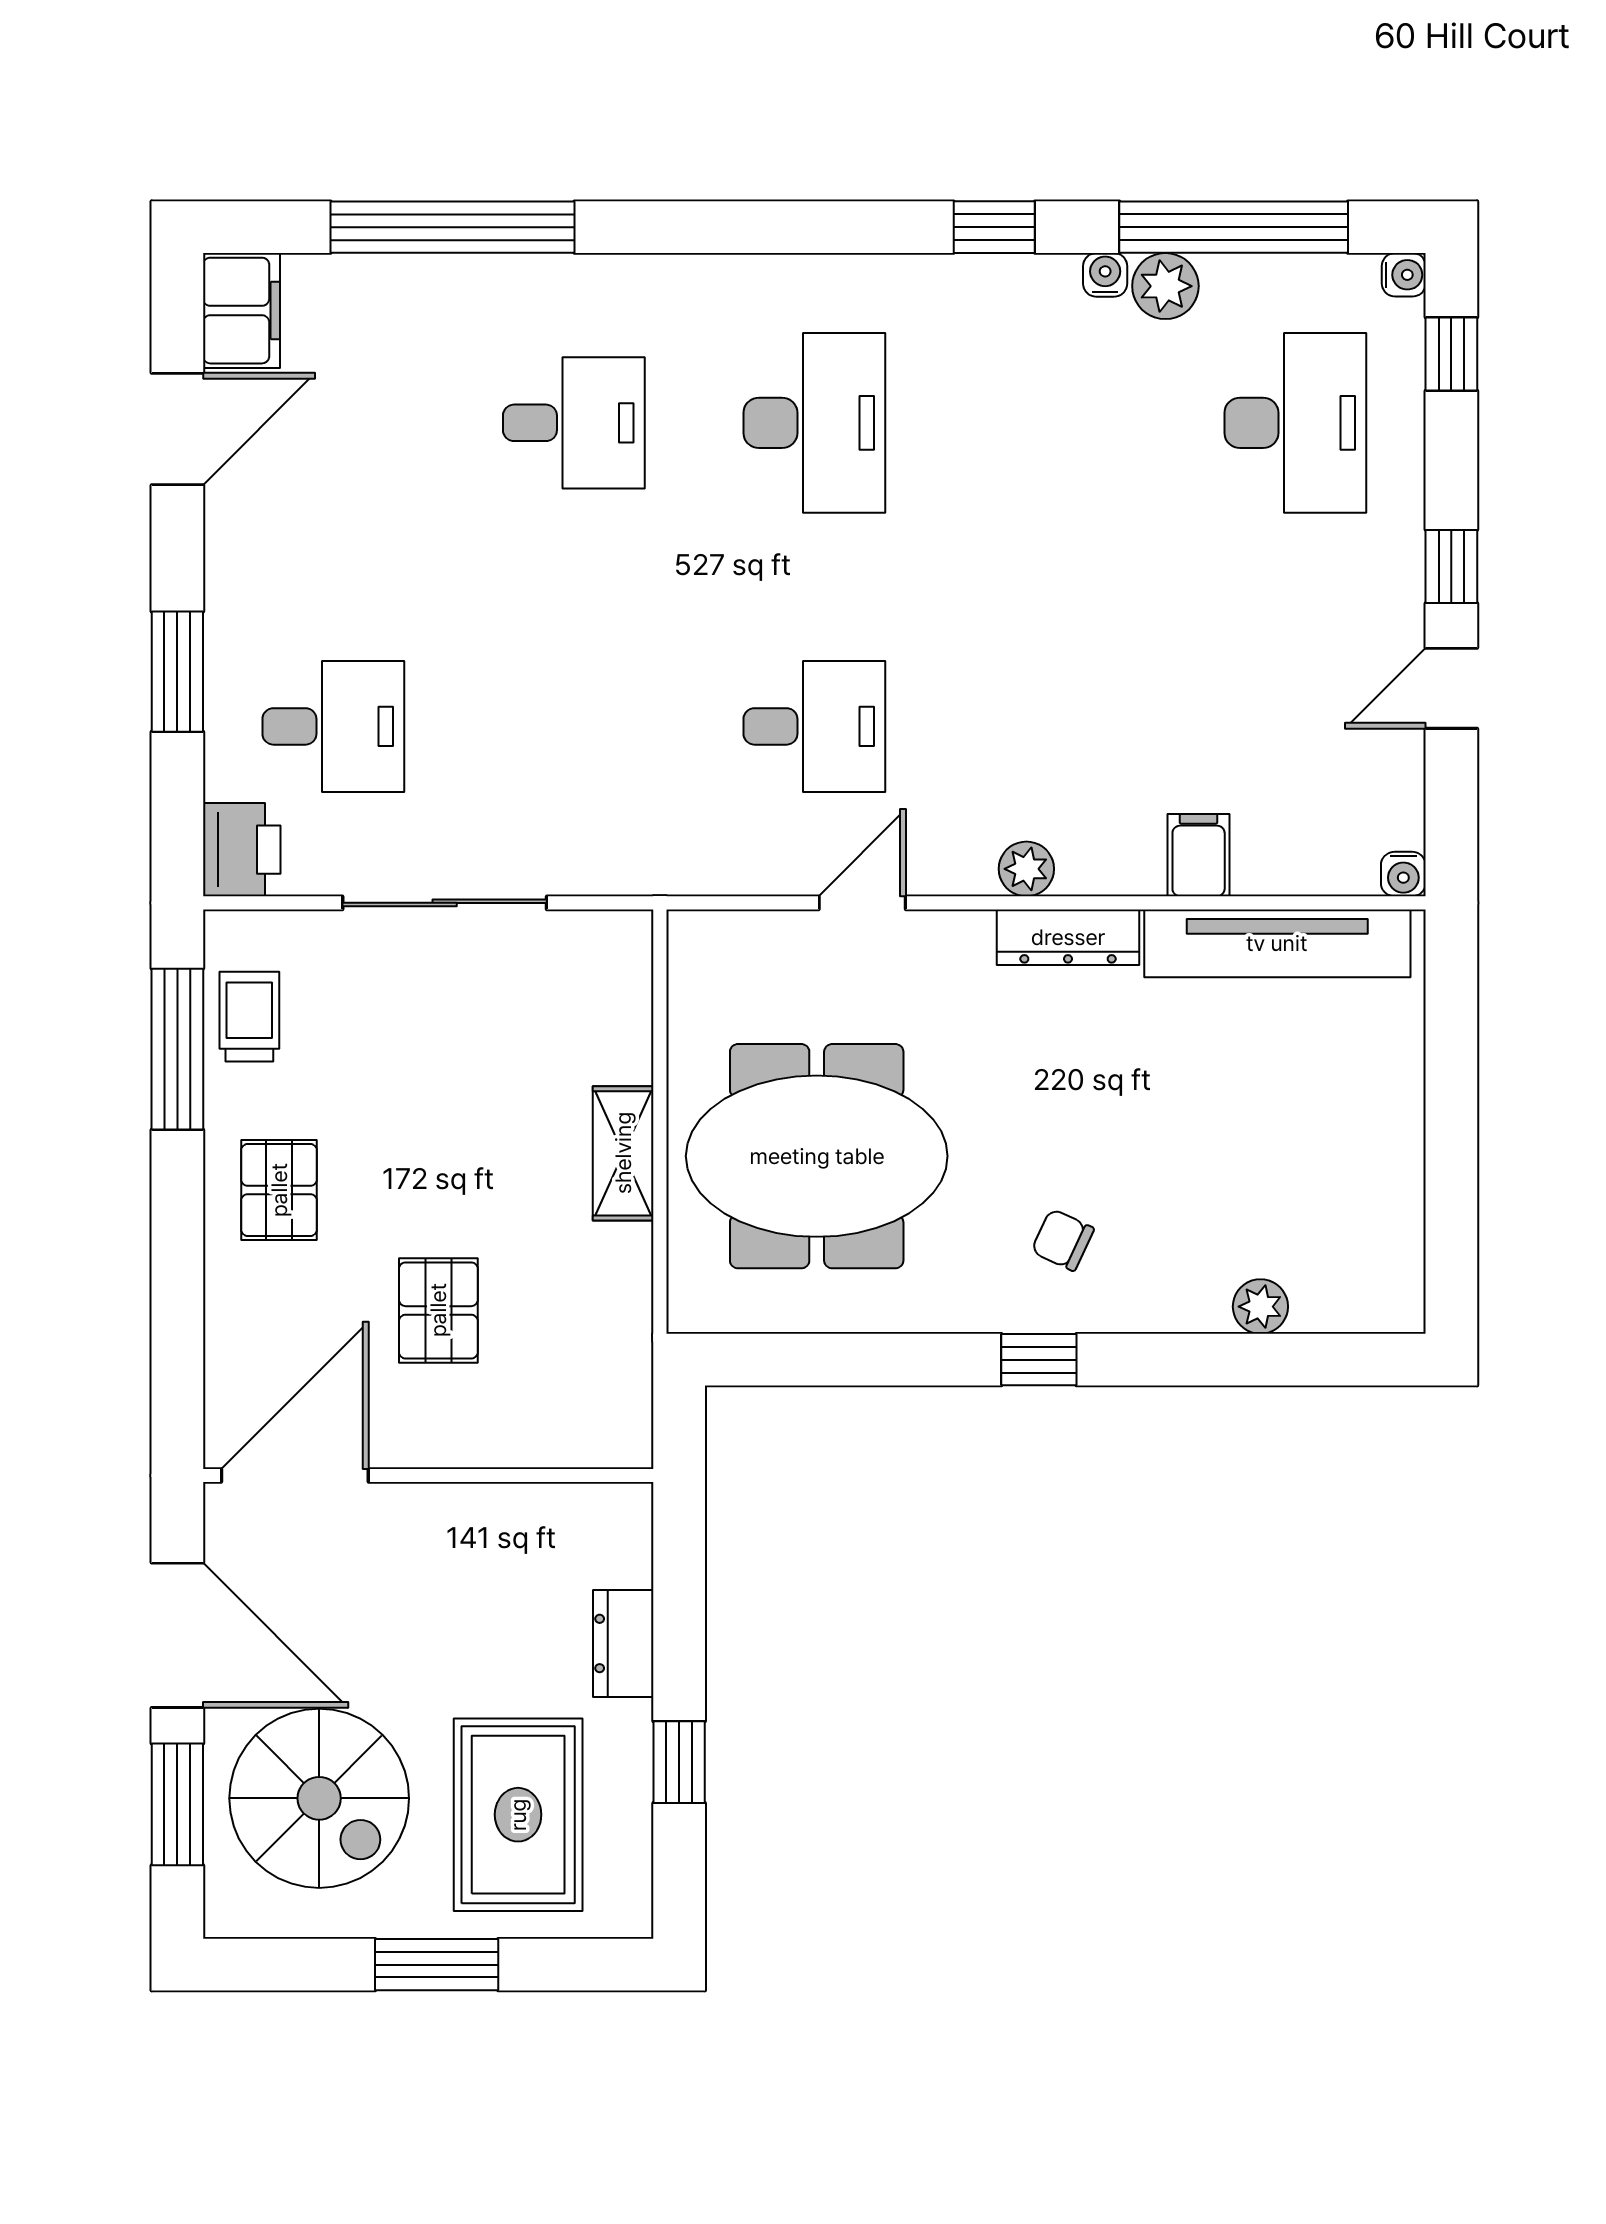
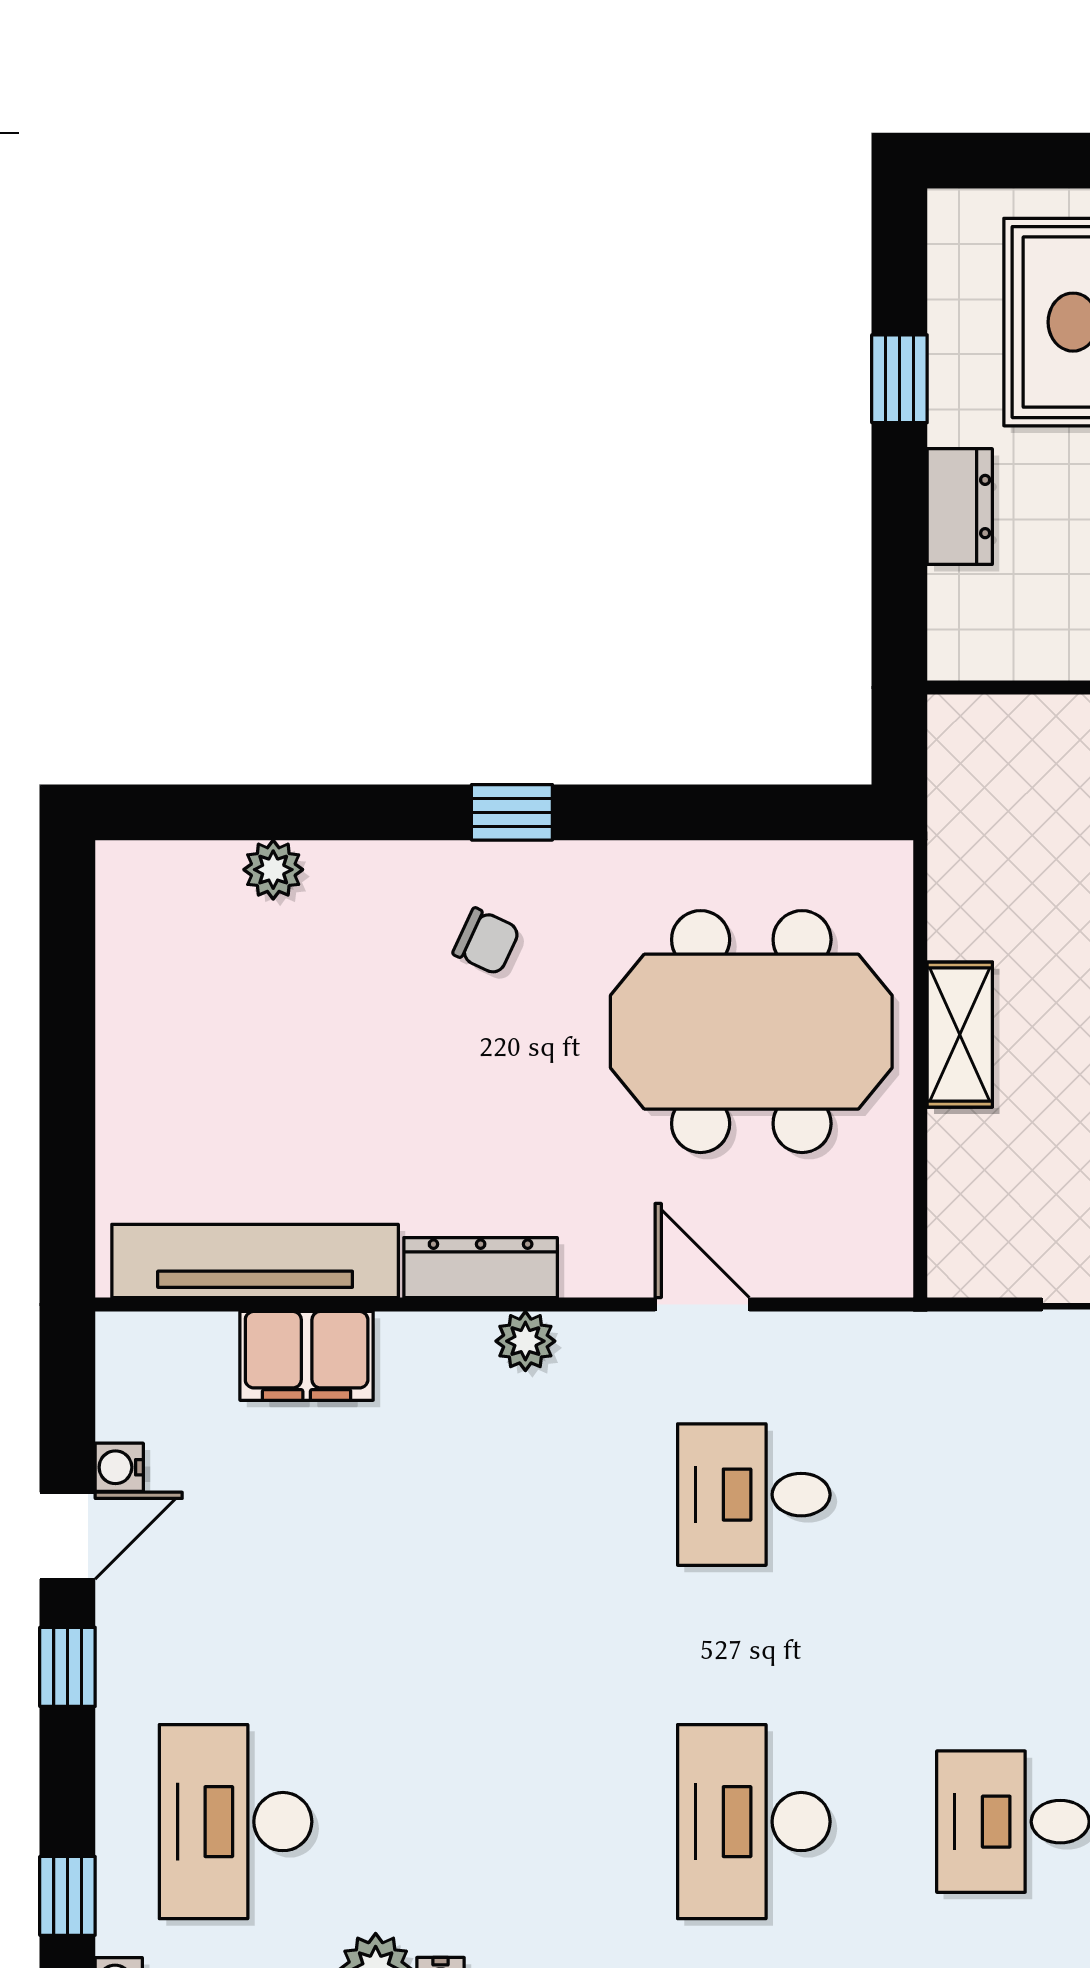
filing cabinet: (1199, 855) -> (307, 1356), width x2.00
water cooler: (1403, 874) -> (119, 1467), moved, turned -90
door: (862, 903) -> (702, 1305), swing flipped

